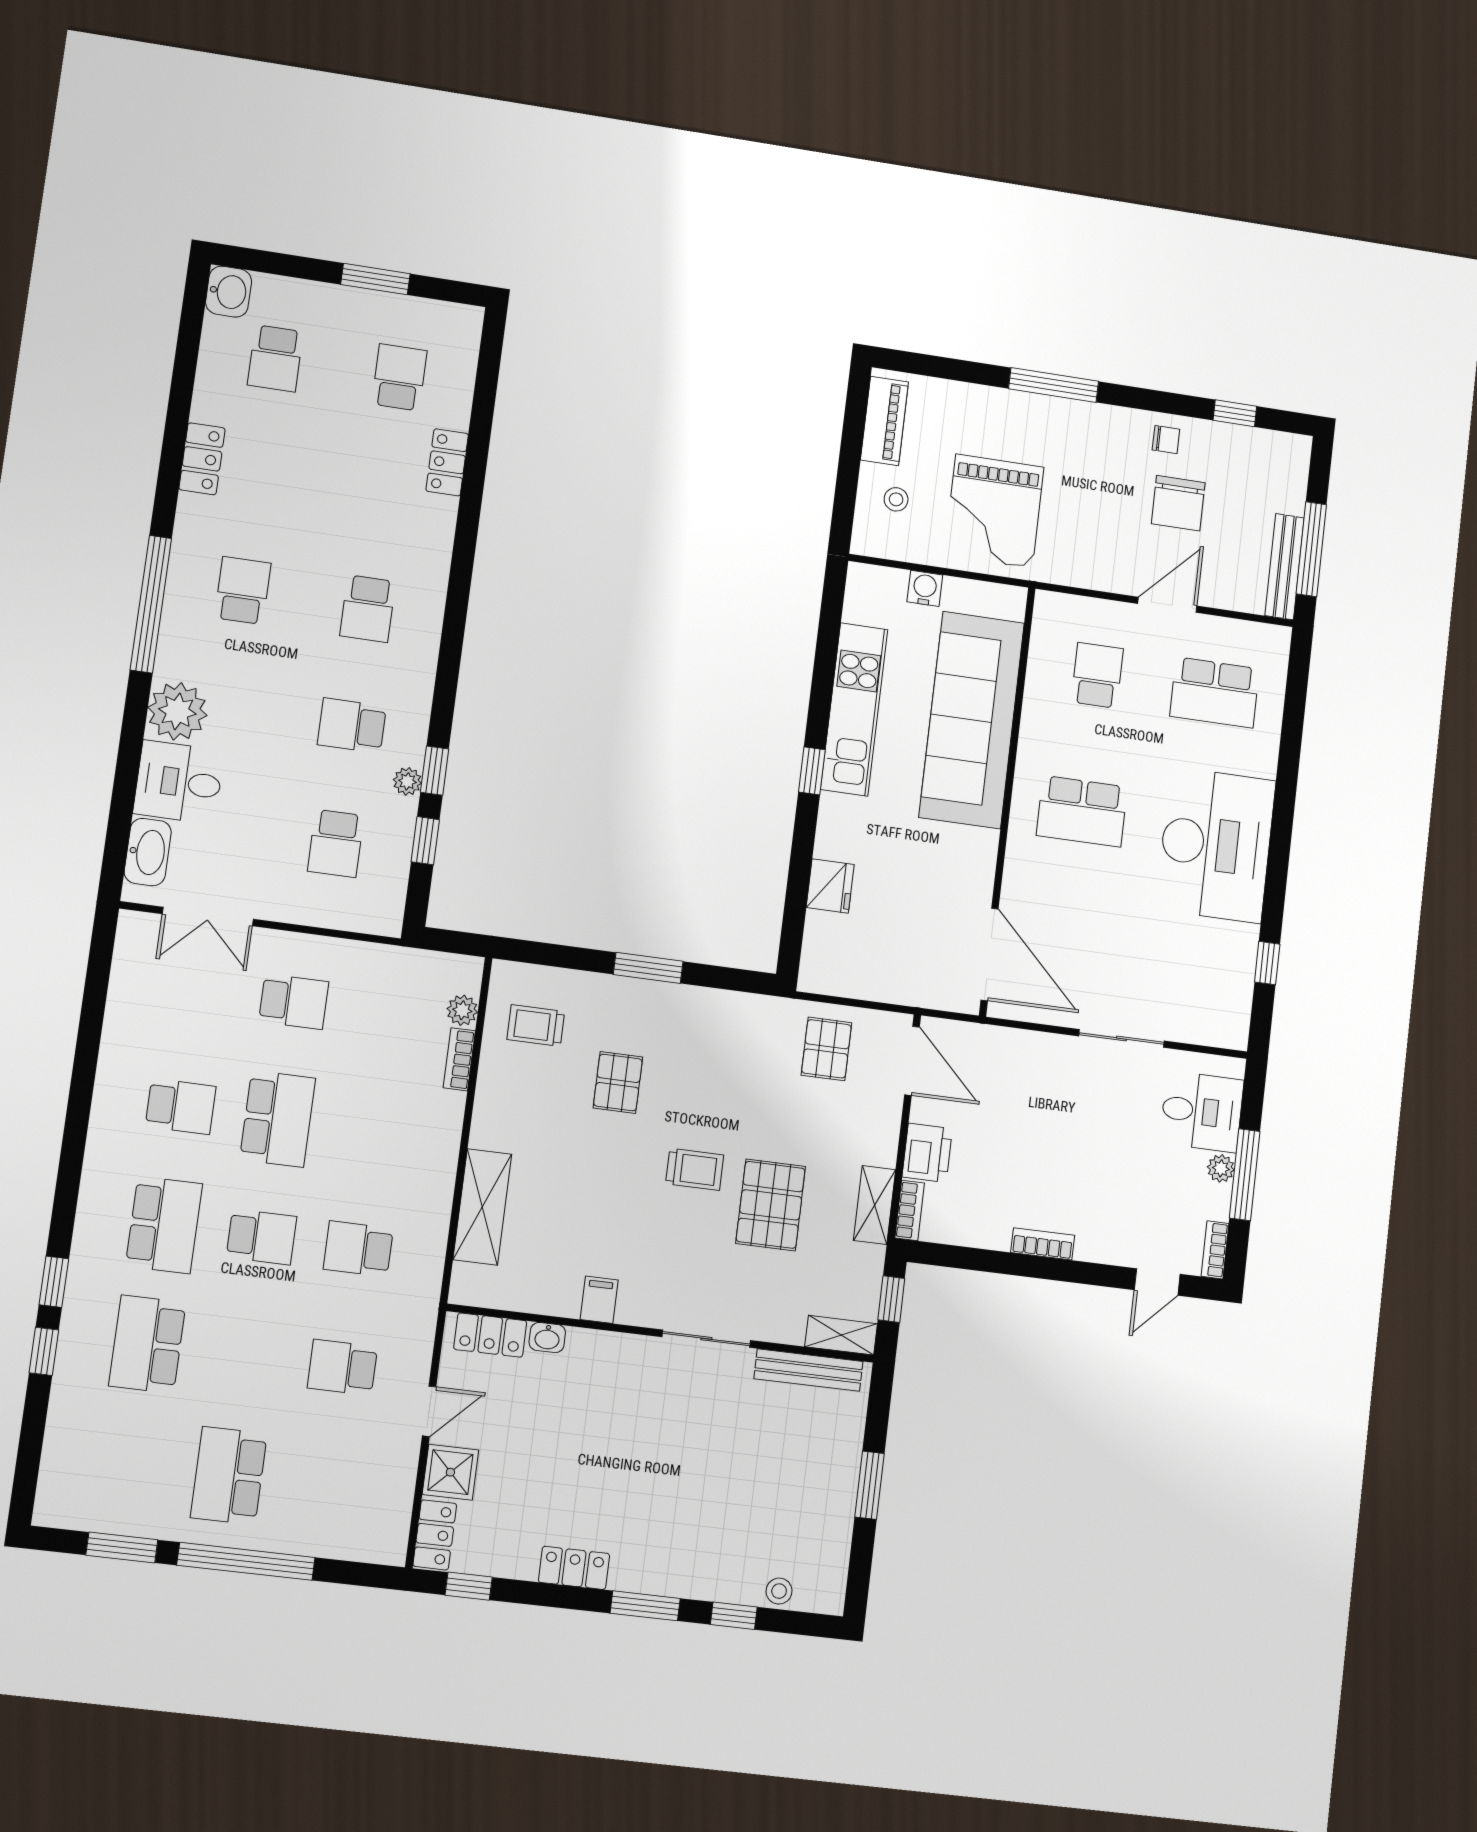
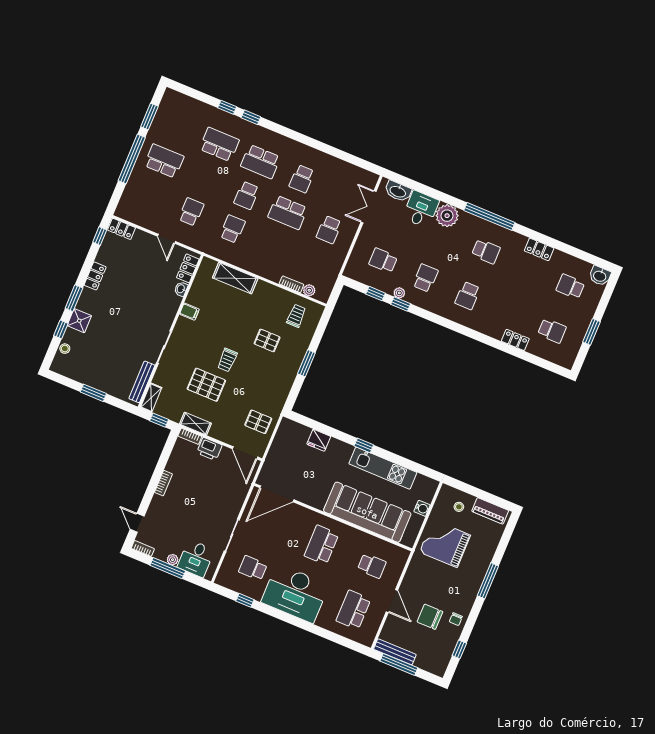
school desk: (368, 609) -> (468, 296), turned -90
school desk: (1185, 965) -> (253, 568), added
door: (912, 1061) -> (245, 453), hinge flipped
shower: (450, 1472) -> (79, 321), moved

